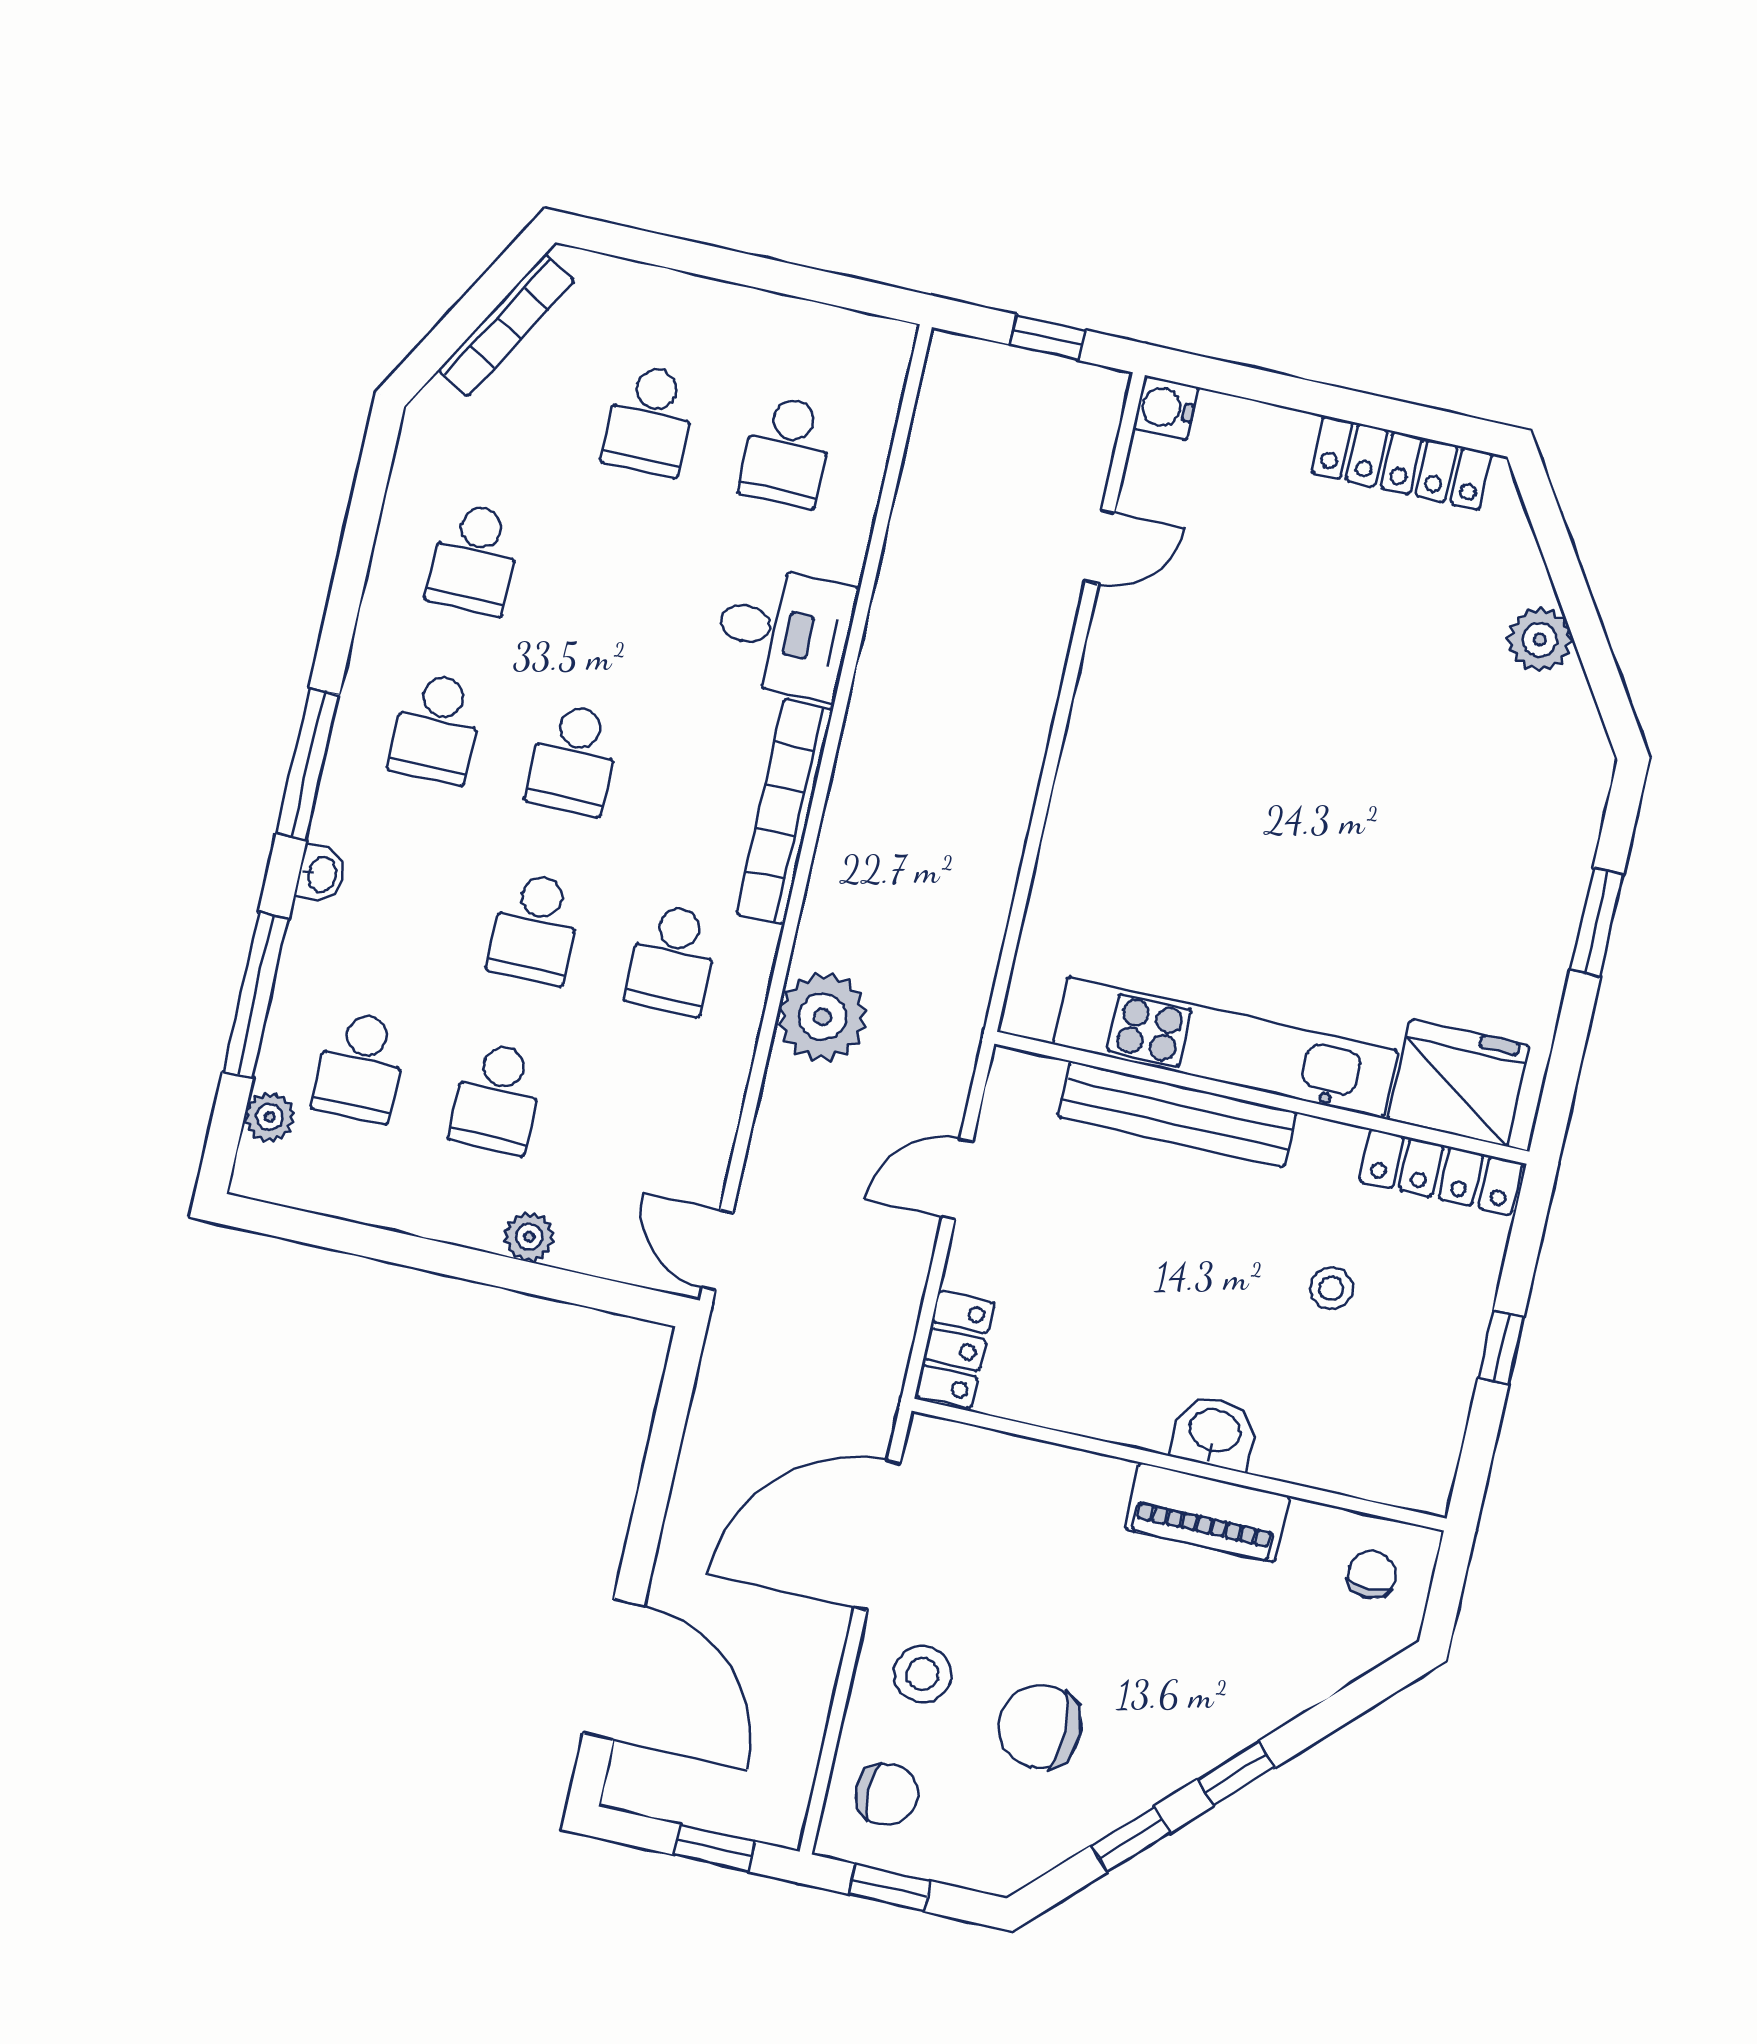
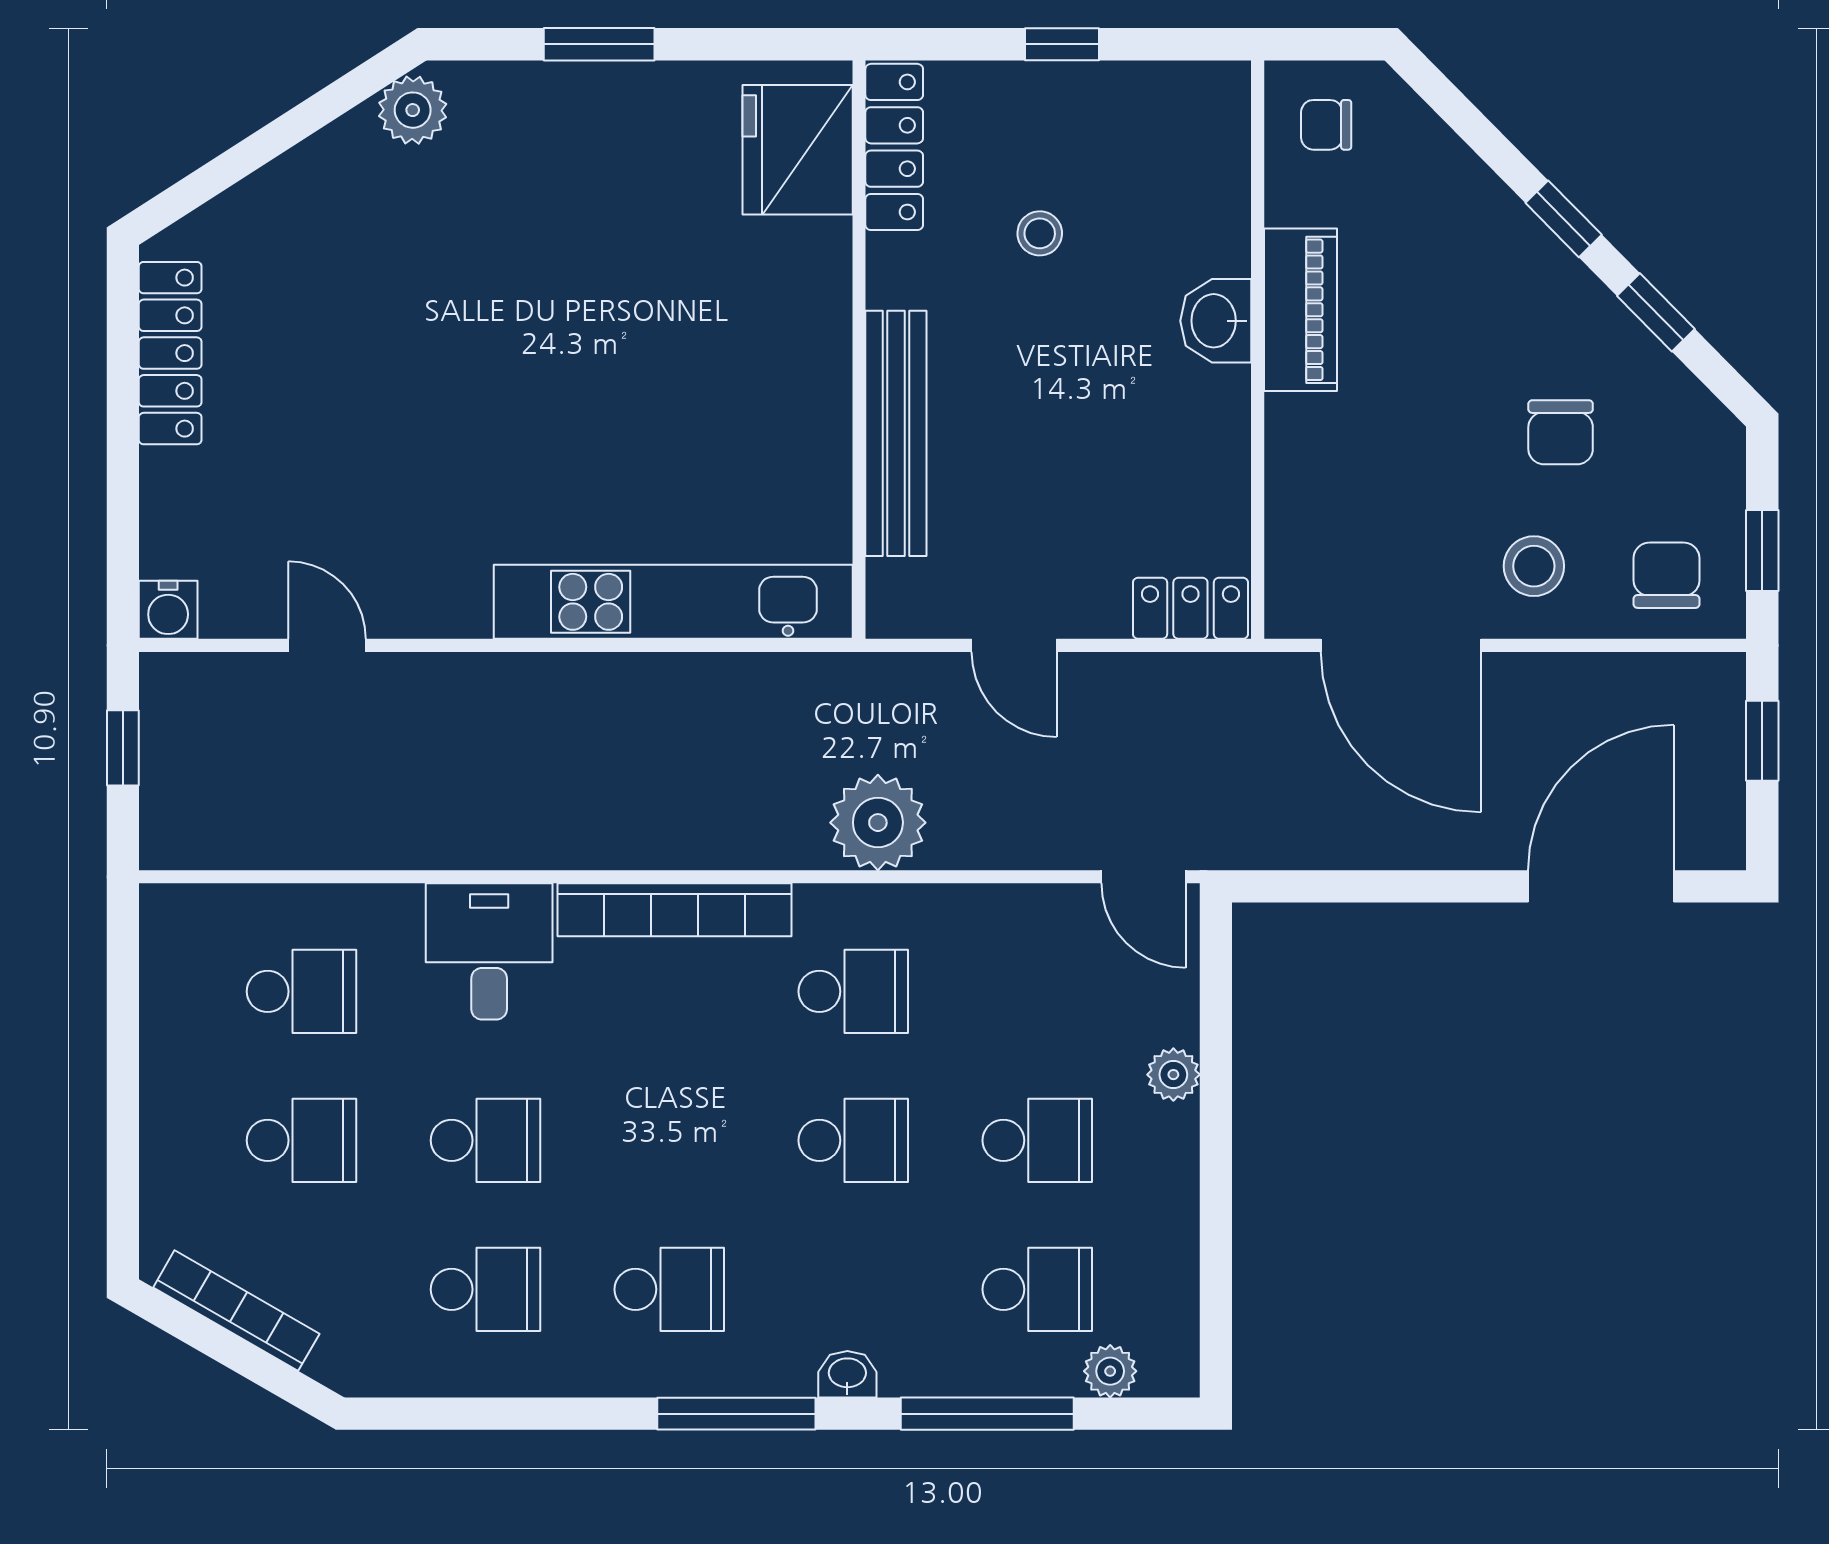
plant: (1540, 640) -> (413, 110), moved
school desk: (573, 759) -> (485, 1140), moved
kitchen unit: (1225, 1047) -> (673, 602), moved, turned 90
door: (718, 1250) -> (1143, 877), hinge flipped
chair: (1040, 1726) -> (1561, 432), width x0.73, depth x0.73

